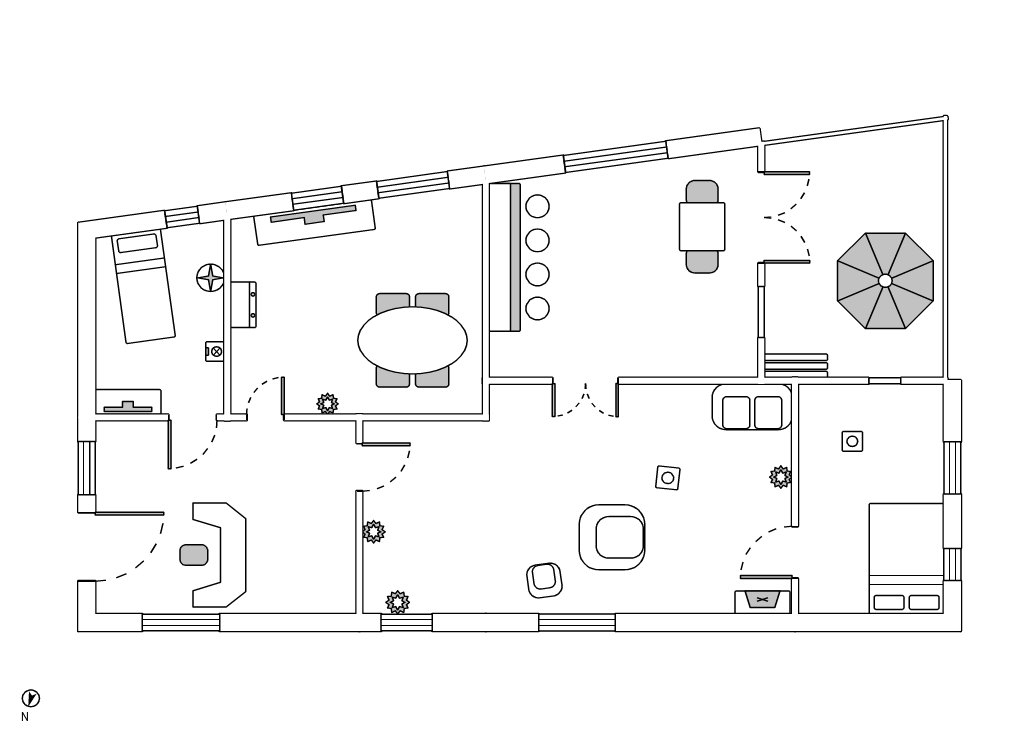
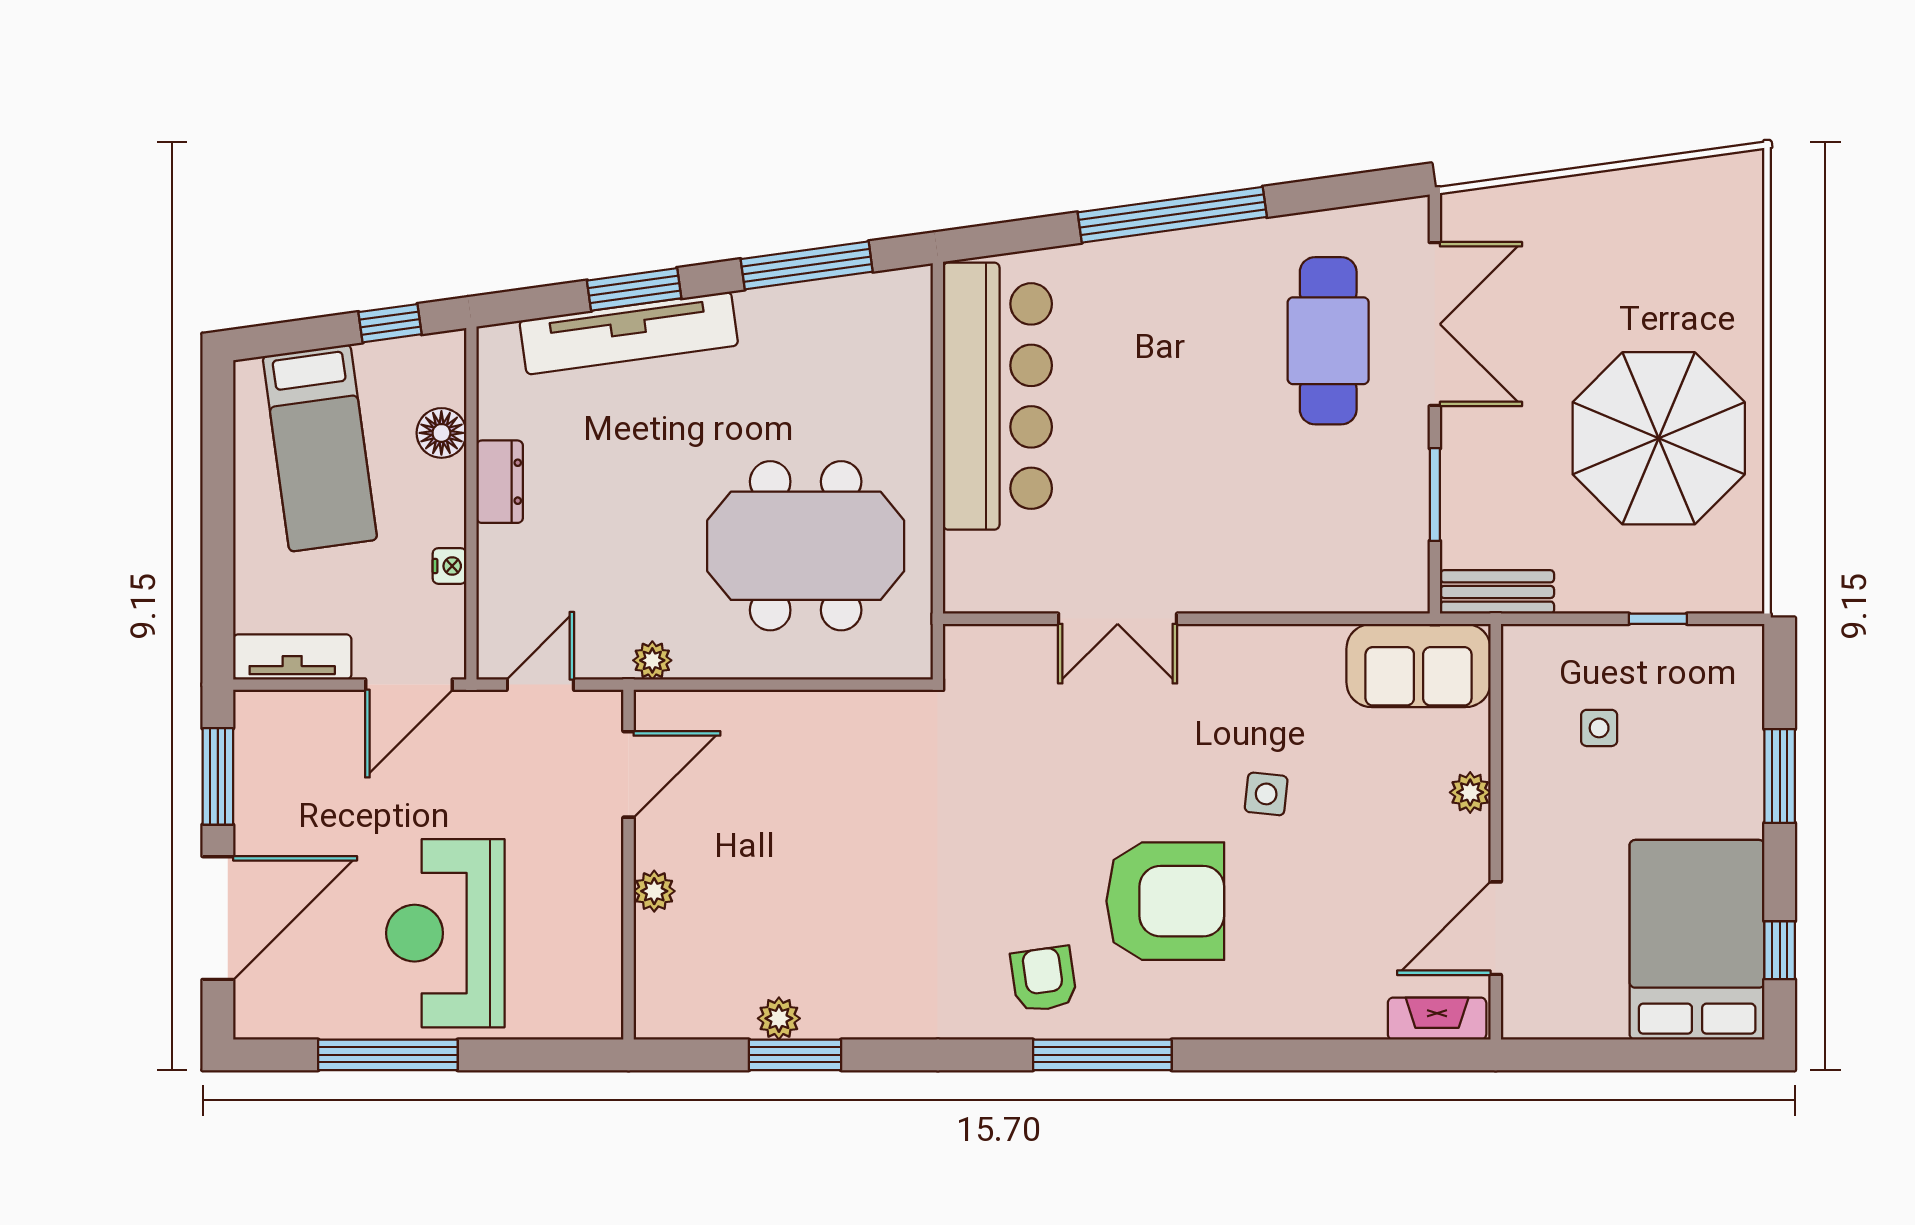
door: (359, 467) -> (629, 774), moved
wall: (359, 517) -> (629, 865), moved
plant: (374, 532) -> (654, 891), moved

